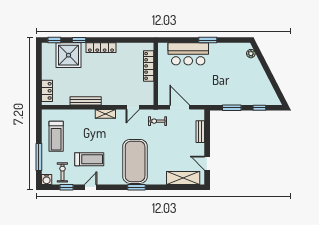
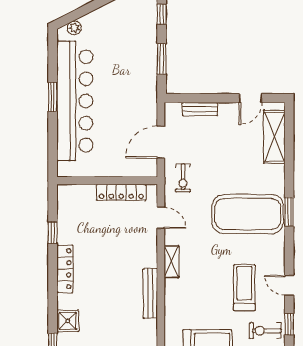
window: (79, 40) -> (53, 233), moved
bar counter: (188, 54) -> (75, 101), width x1.86
shower: (69, 55) -> (68, 321), width x0.54, depth x0.54
locker: (149, 66) -> (121, 192), moved

